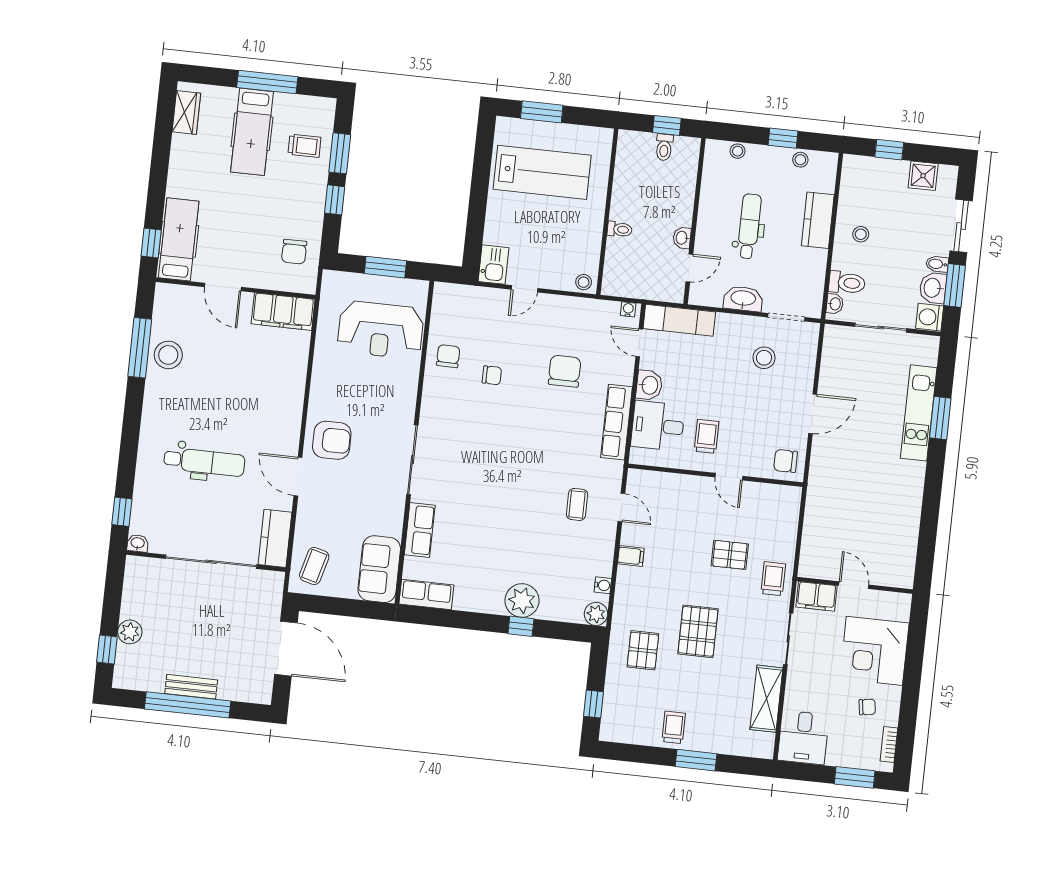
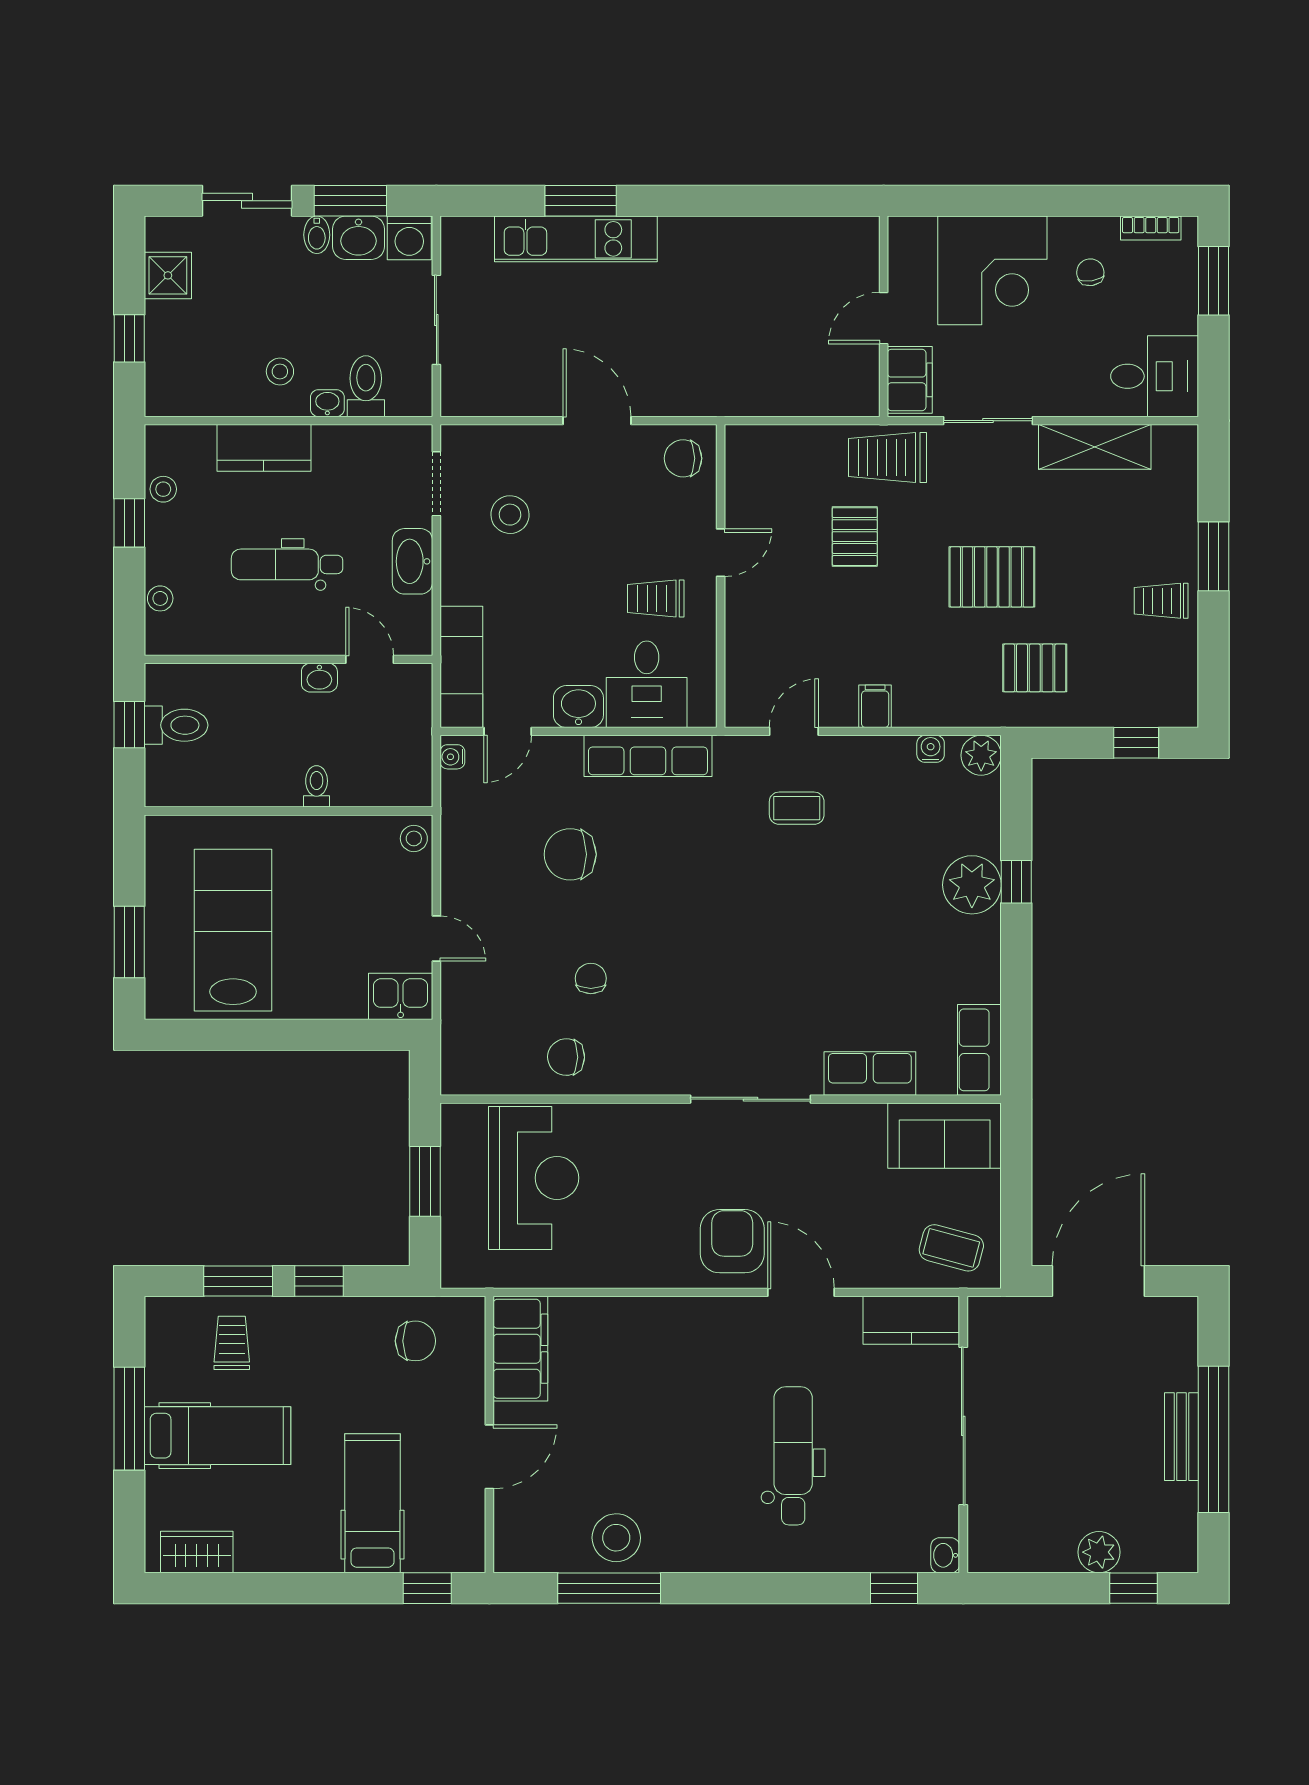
toilet: (664, 147) -> (176, 725), width x1.37, depth x1.39
hospital bed: (179, 239) -> (372, 1503), moved, turned 90
washbasin: (835, 304) -> (327, 403), moved
chair: (786, 461) -> (683, 458), turned 90
door: (298, 477) -> (801, 1292), swing flipped
trolley: (773, 579) -> (887, 458), width x1.36, depth x1.39

